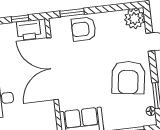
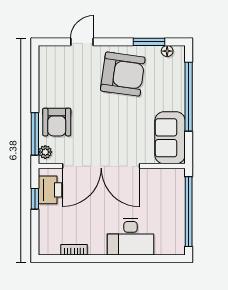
window: (72, 13) -> (35, 134), width x1.44
plant: (134, 19) -> (45, 152), moved, width x0.53, depth x0.53

